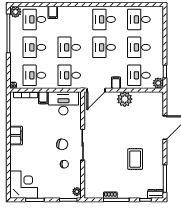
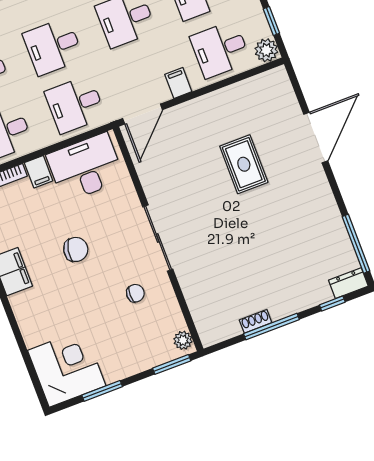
plant: (125, 99) -> (209, 110), removed
chair: (62, 144) -> (76, 249), moved
rug: (135, 159) -> (244, 164), moved

